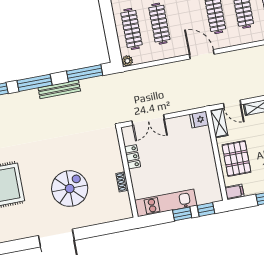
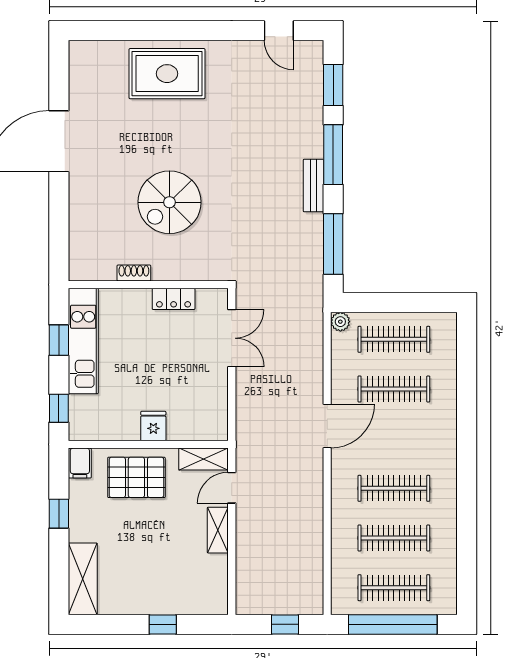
door: (202, 54) -> (327, 426), moved
bench: (59, 89) -> (313, 185), width x0.73
double door: (148, 120) -> (232, 338), swing flipped
fridge: (199, 120) -> (153, 426), moved
spiral stairs: (70, 189) -> (169, 202), moved, turned 90
window: (182, 214) -> (59, 340), moved

